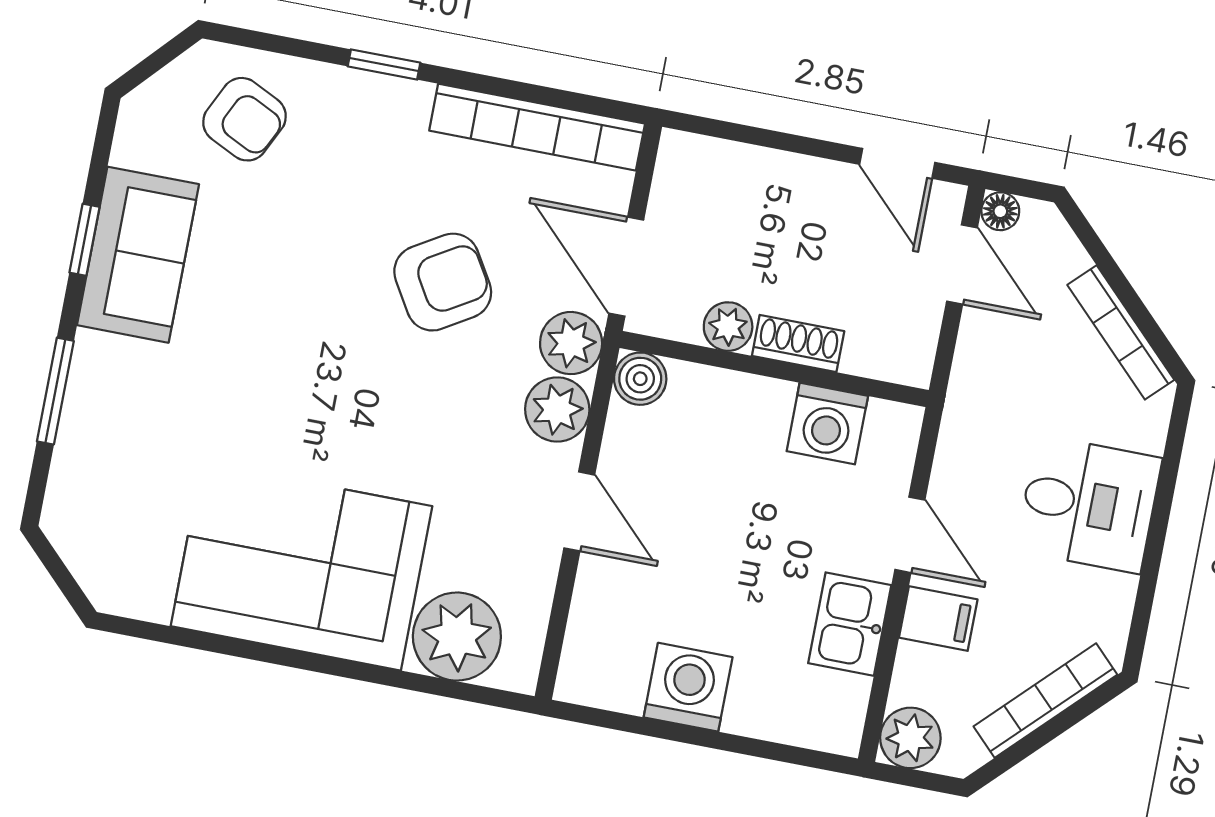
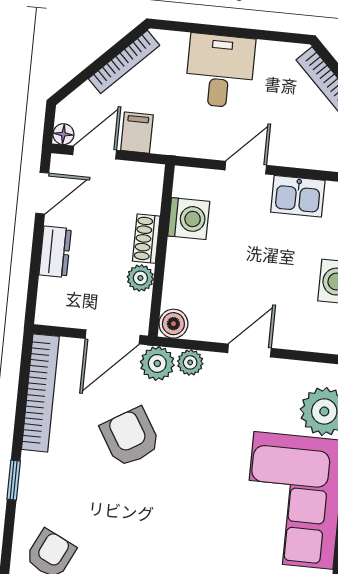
dresser: (789, 177) -> (55, 252), added
plant: (557, 409) -> (190, 362), width x0.73, depth x0.73
filing cabinet: (938, 618) -> (137, 133), moved

